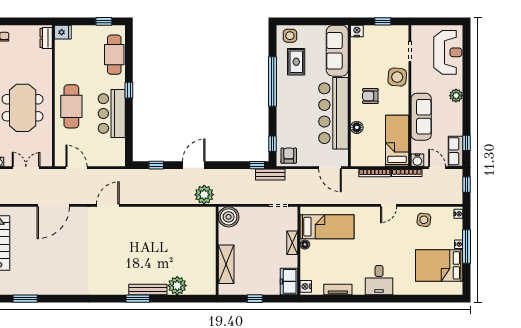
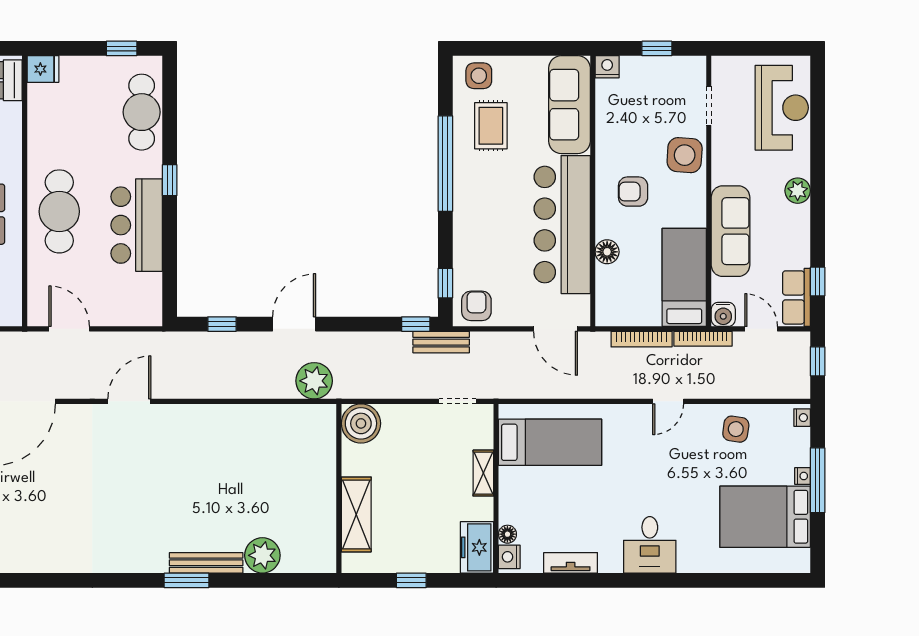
floor lamp: (305, 244) -> (507, 534), moved

